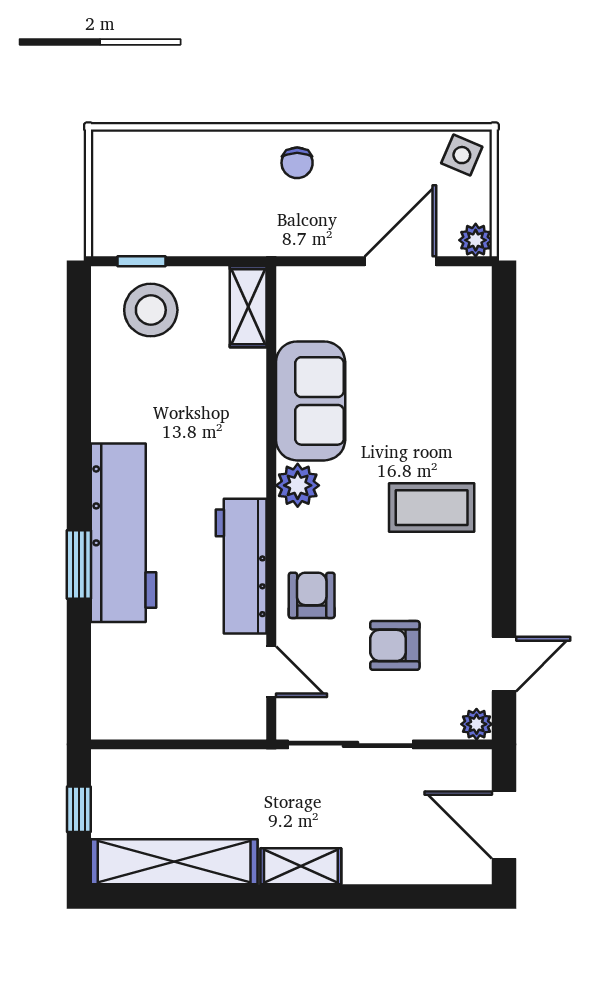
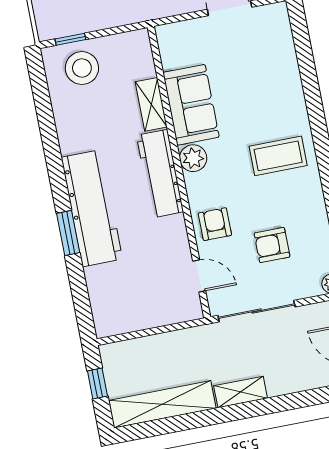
shelving: (248, 307) -> (151, 104), moved
workbench: (241, 566) -> (160, 174), moved

